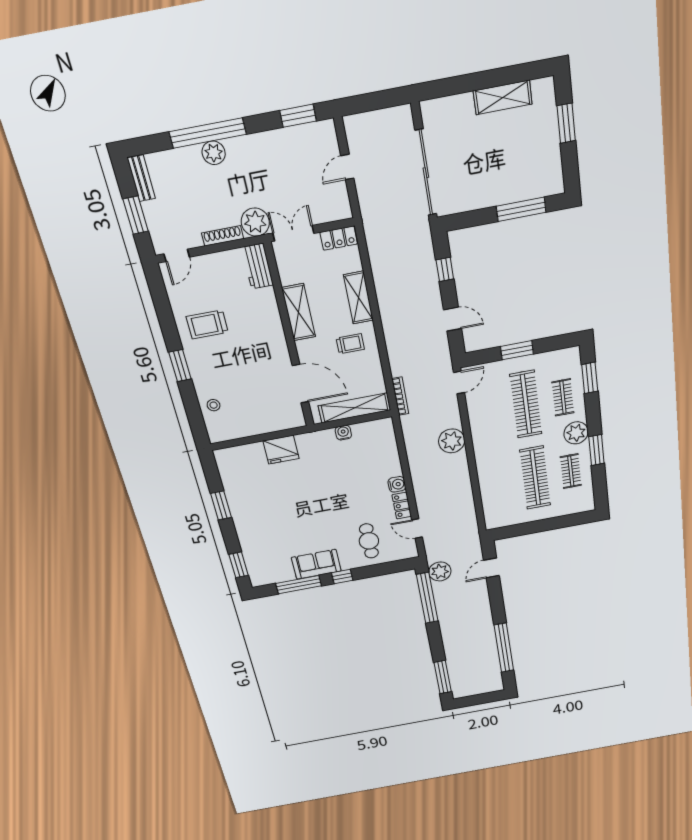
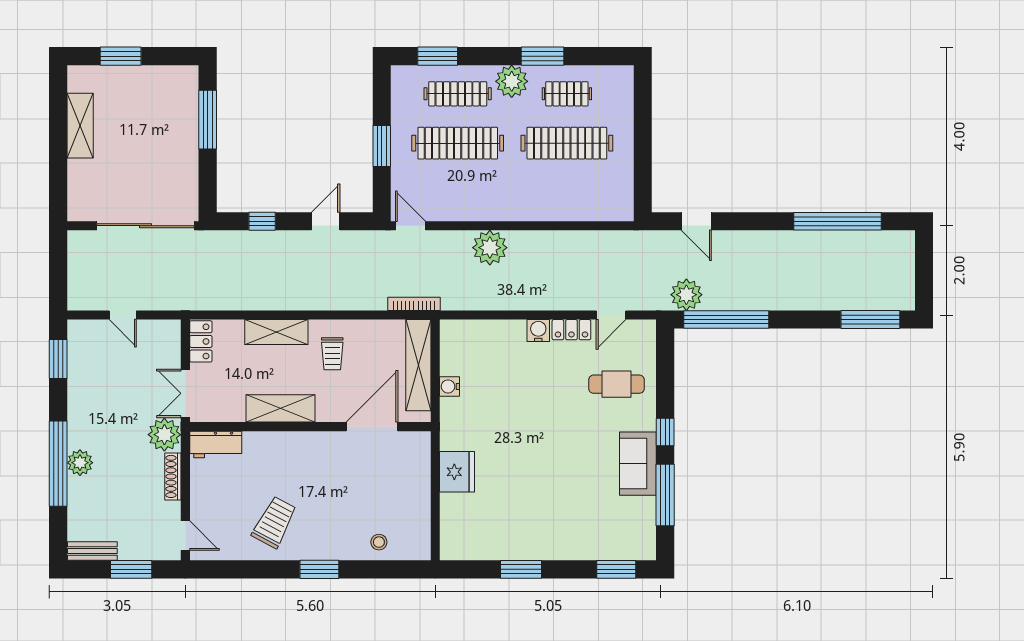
trolley: (207, 324) -> (274, 522), turned -152
trolley: (350, 344) -> (332, 354), turned 180
clothes rail: (563, 397) -> (458, 94), width x1.36

